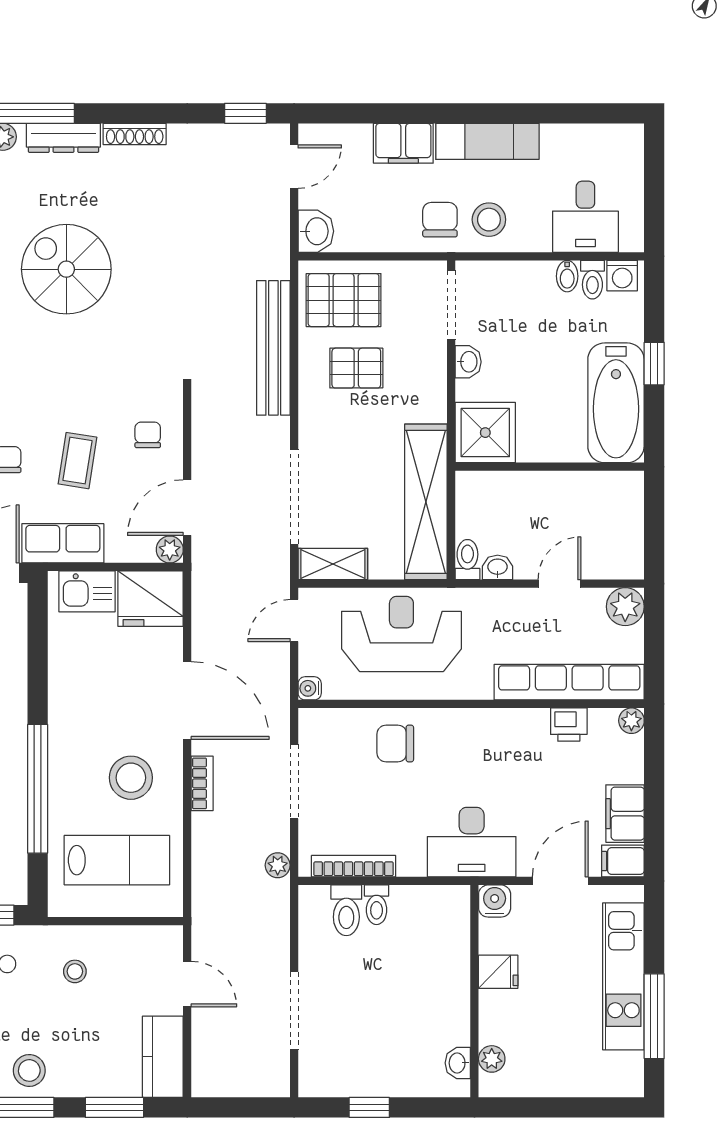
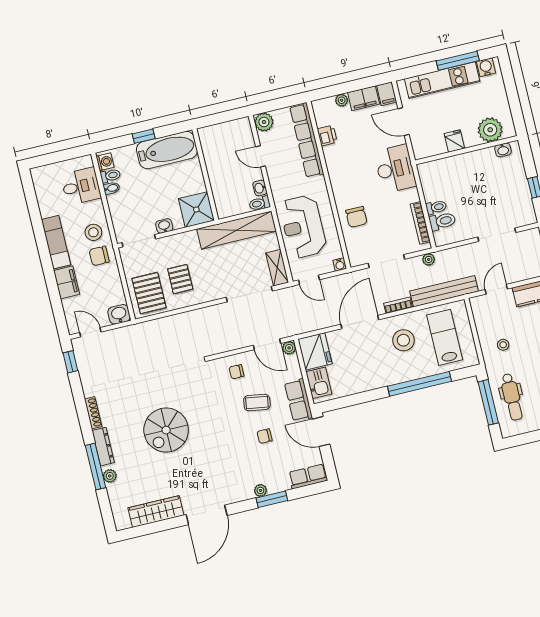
bench: (273, 348) -> (444, 291), moved
plant: (631, 721) -> (342, 100), moved
water cooler: (495, 901) -> (486, 67), moved, turned 90
plant: (492, 1059) -> (490, 130), width x1.87, depth x1.87

